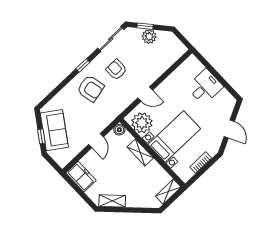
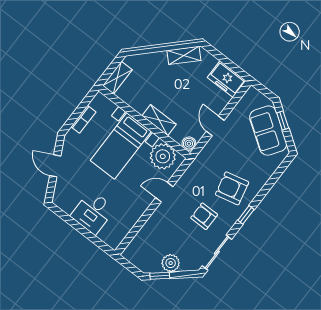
window: (145, 26) -> (160, 276), moved
armchair: (116, 70) -> (204, 216), turned 180

